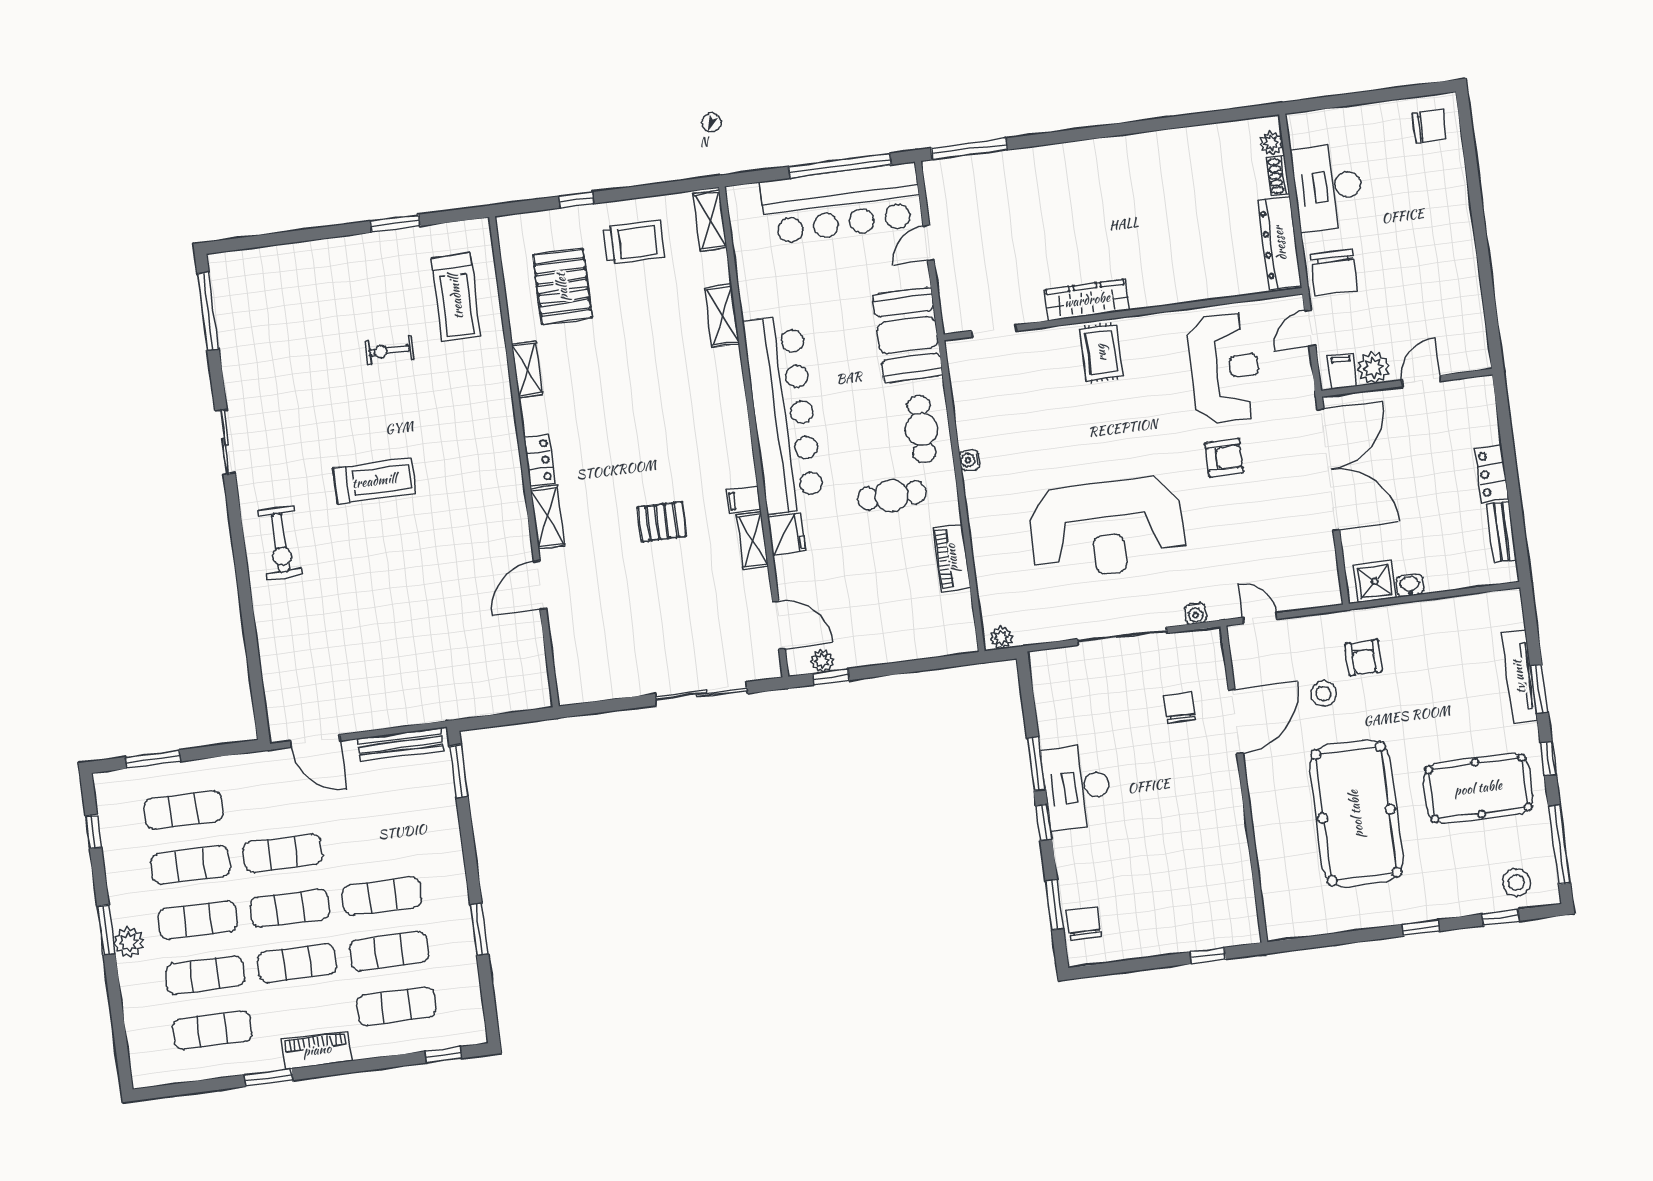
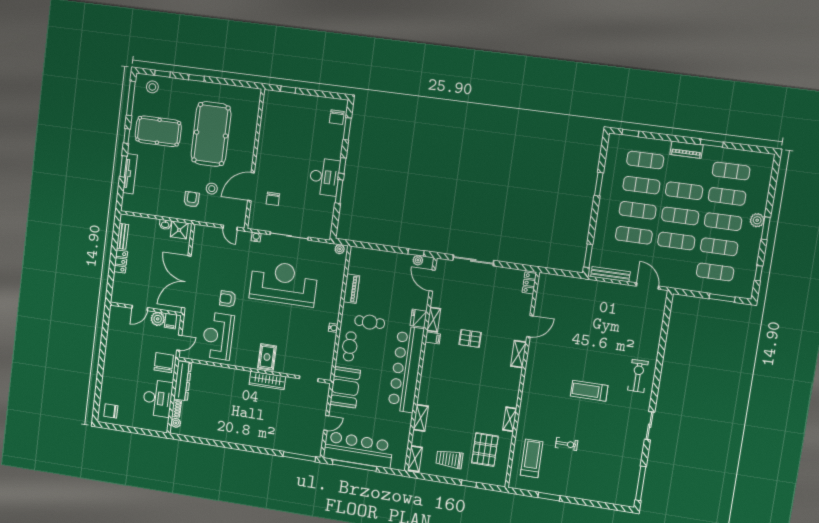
locker: (539, 460) -> (529, 283), moved
exercise mat: (375, 841) -> (634, 235), added

